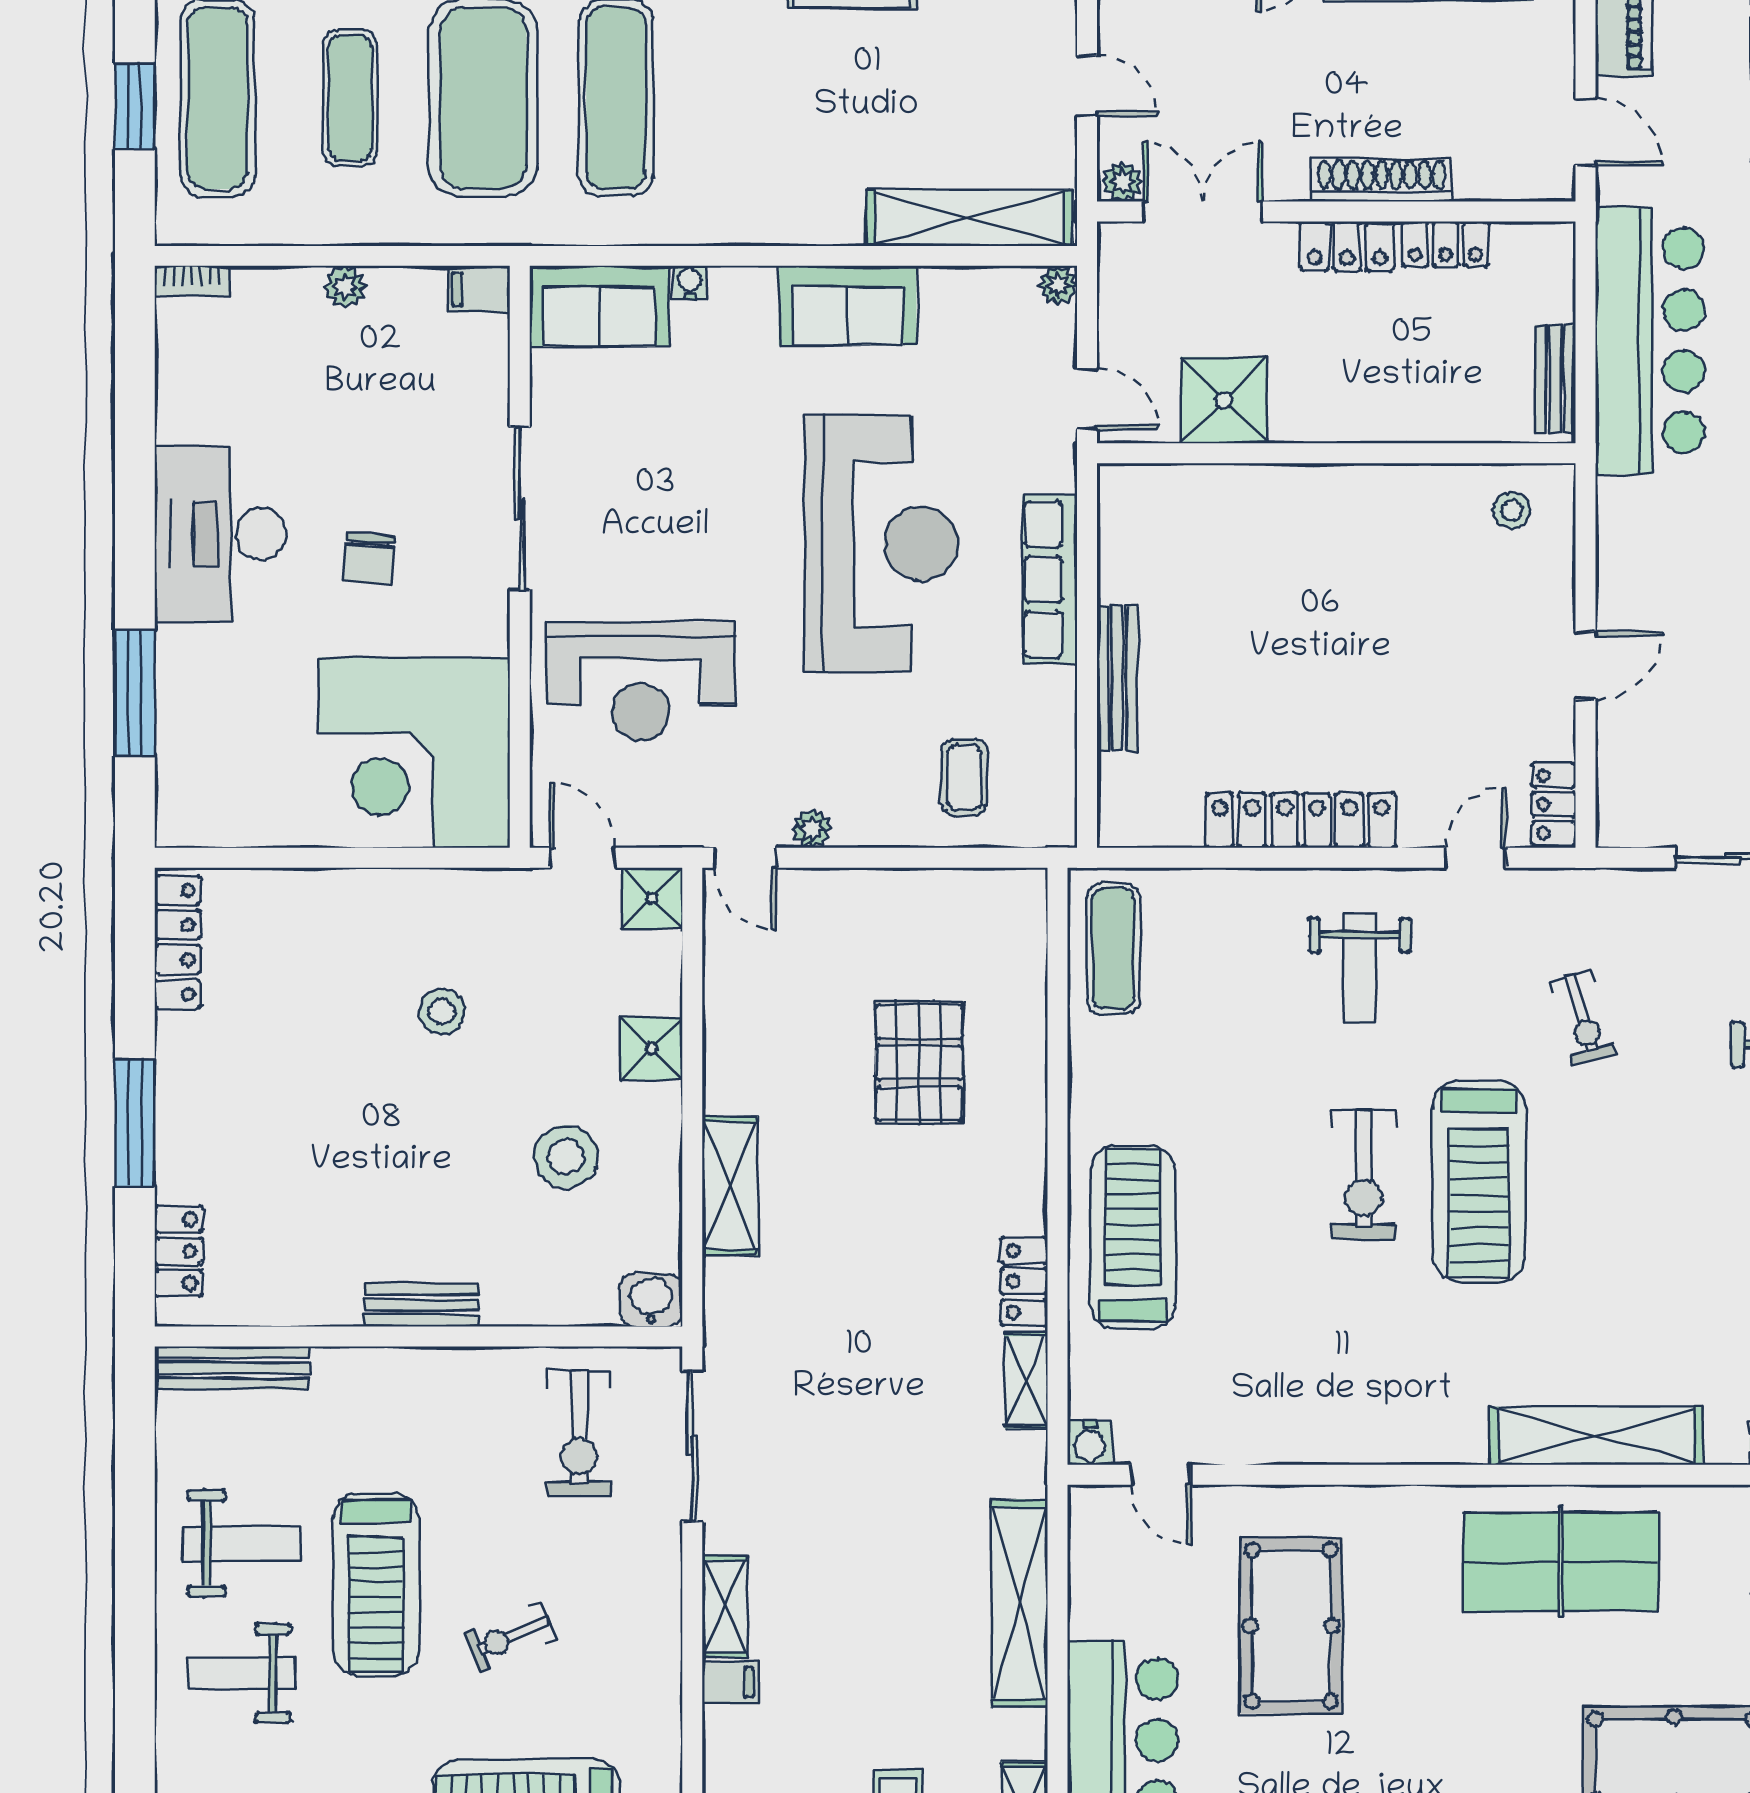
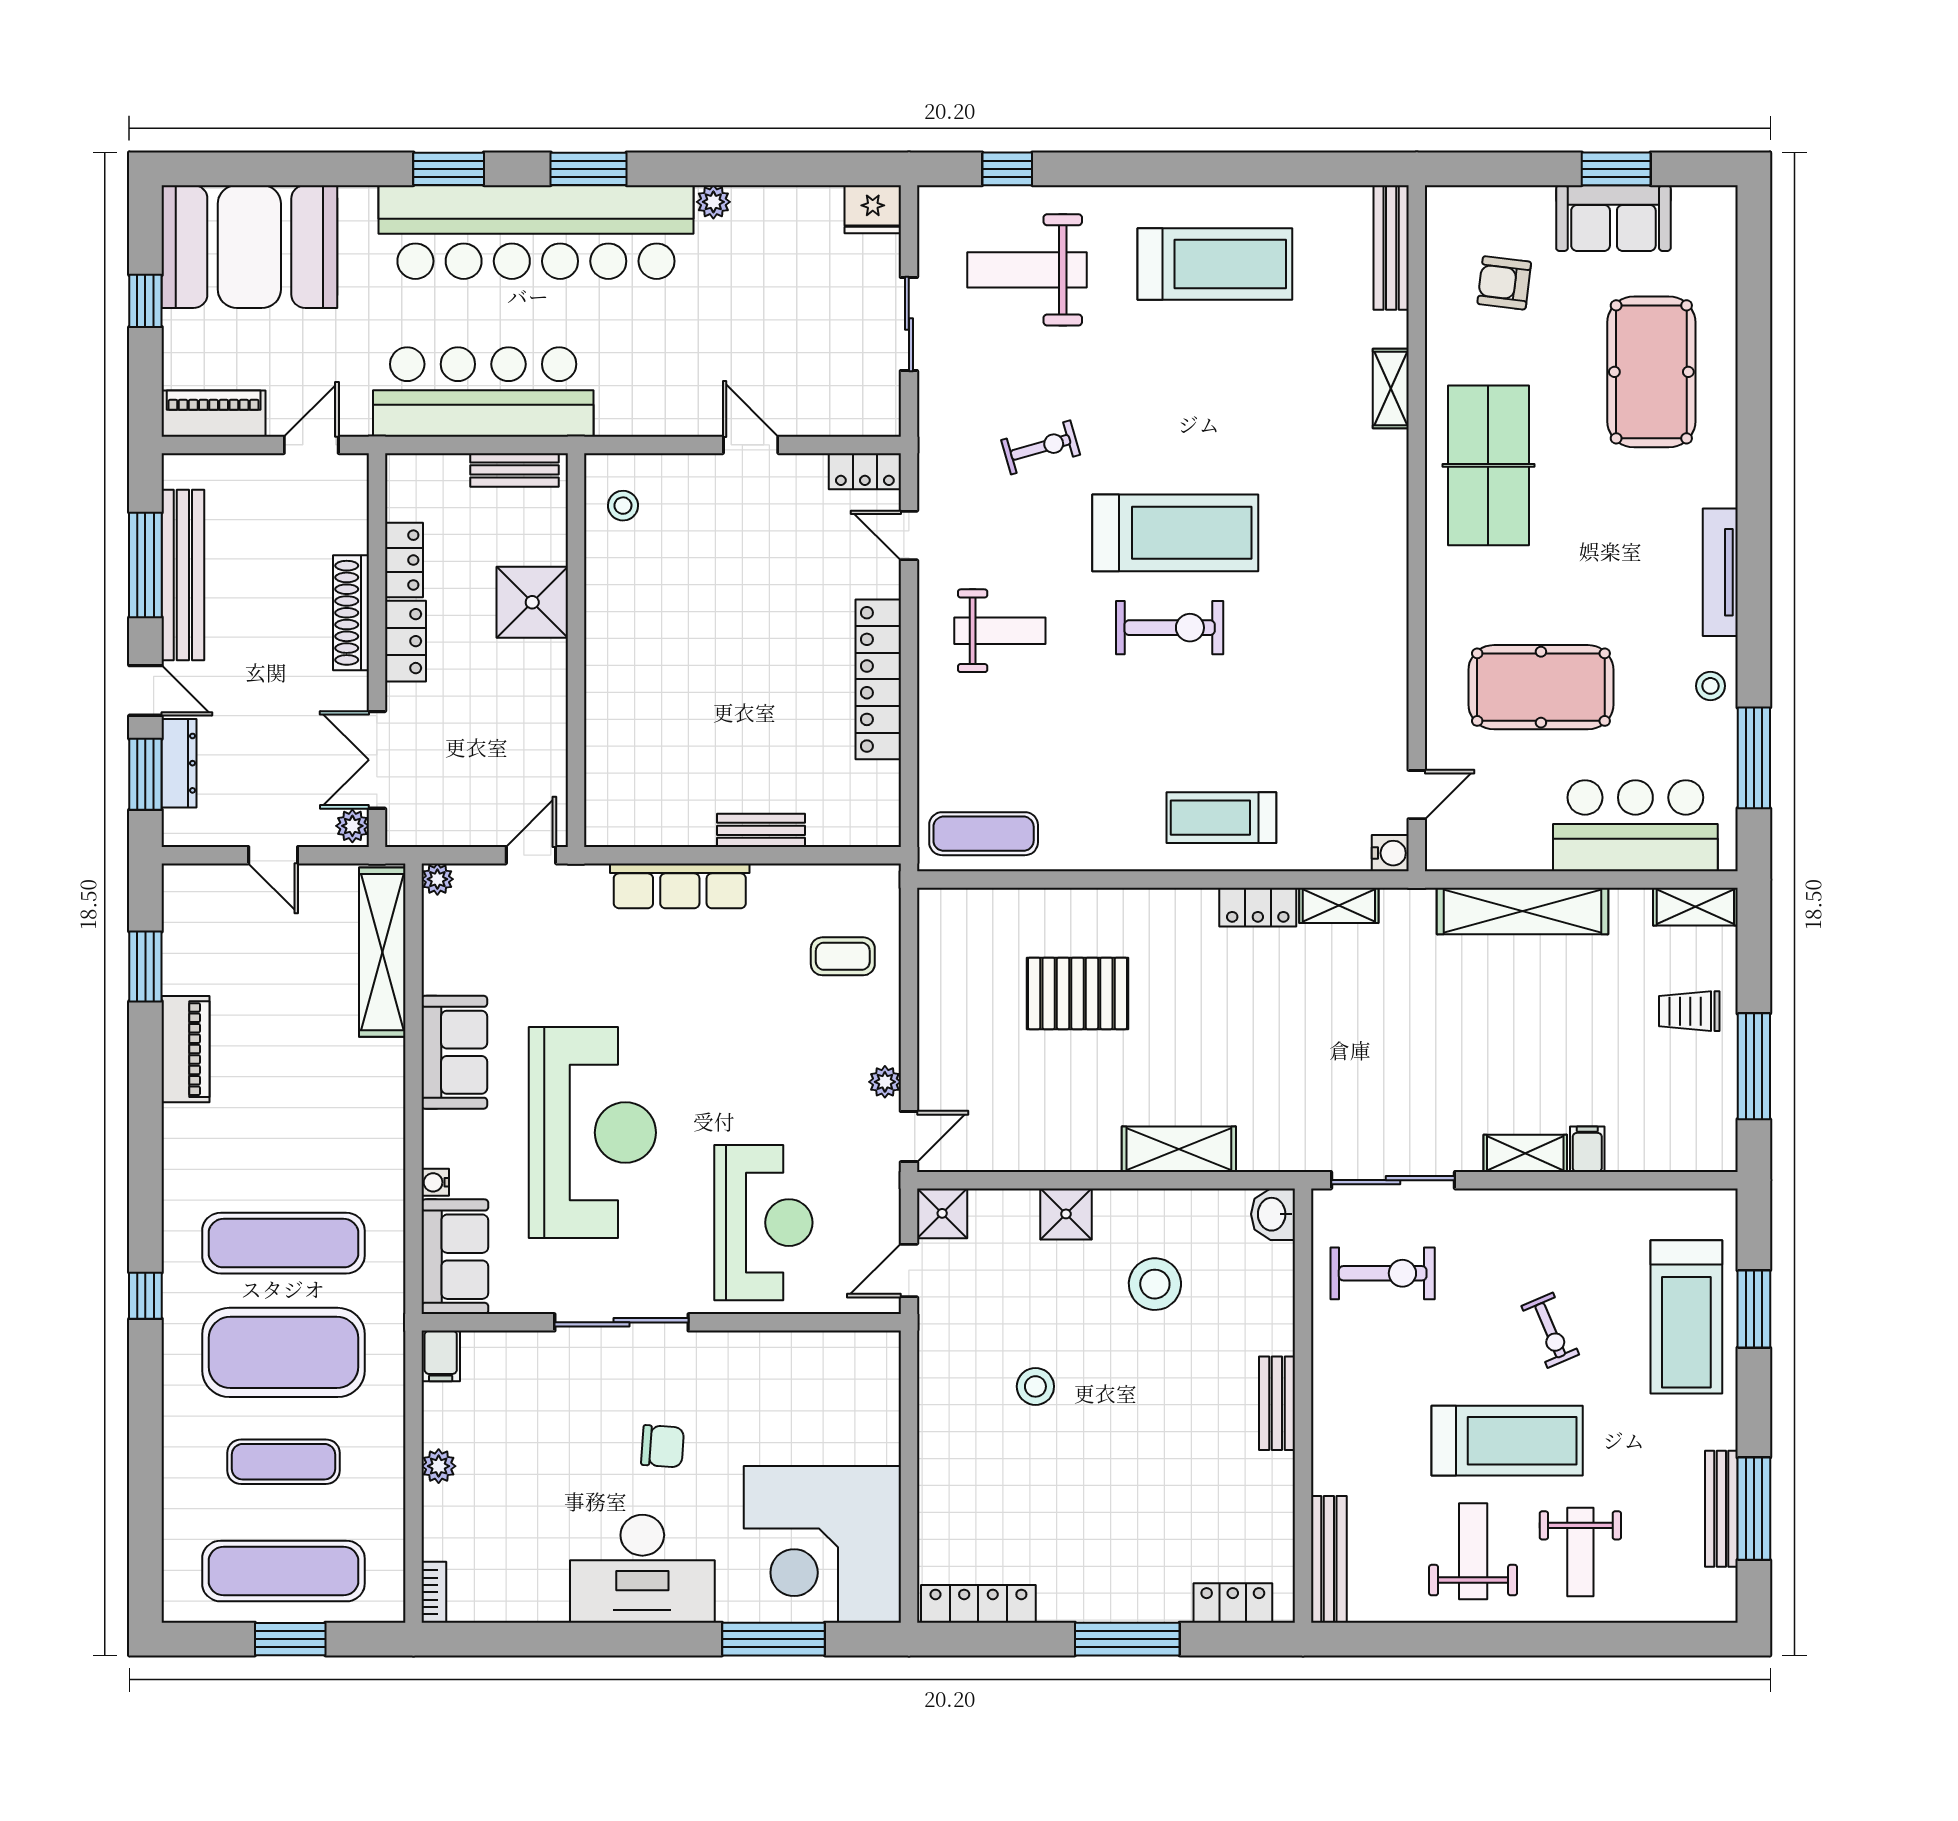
door: (1087, 85) -> (273, 855), swing flipped
shower: (1224, 400) -> (532, 602), moved
reception desk: (881, 544) -> (592, 1133), moved, turned 90
bench: (1117, 678) -> (761, 830), width x0.73
corner desk: (414, 753) -> (822, 1544), moved, turned 90
treadmill: (1133, 1237) -> (1221, 818), width x0.73, depth x0.73
shelving: (1596, 1436) -> (1391, 388), width x0.45, depth x0.75

